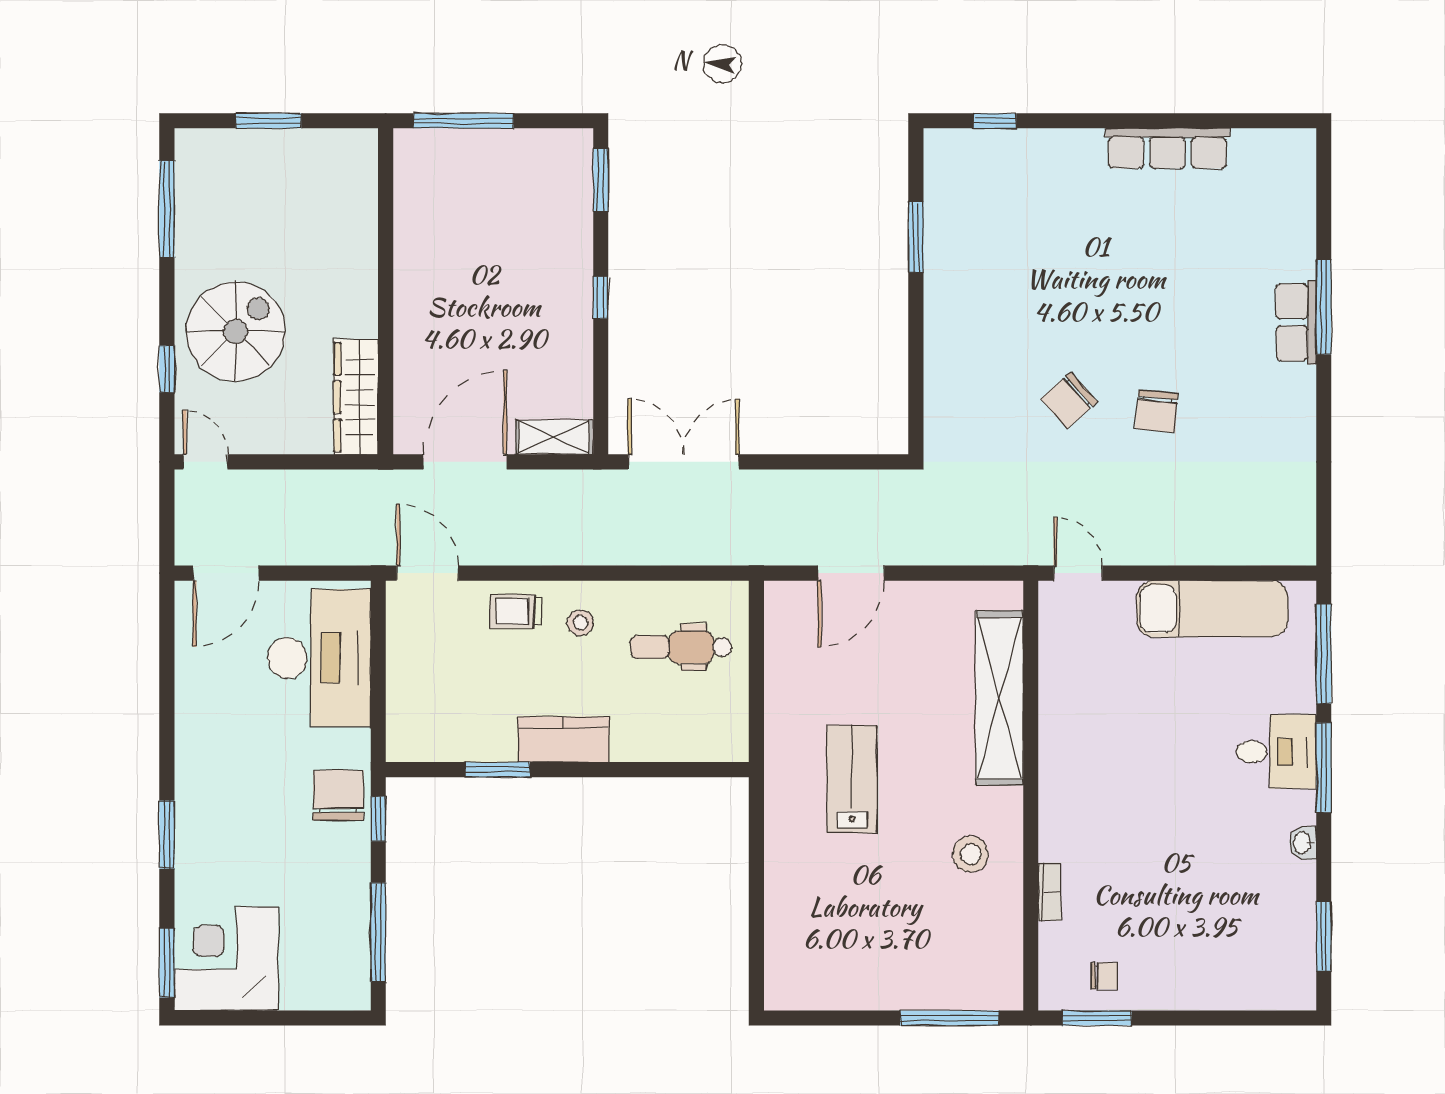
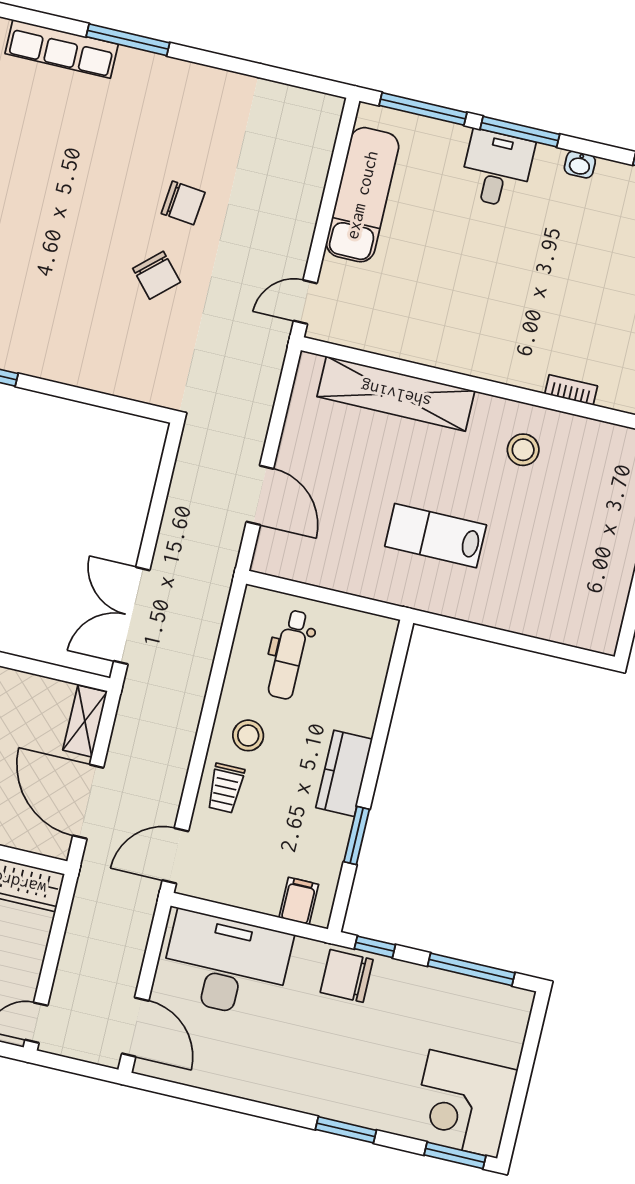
row of seats: (1296, 322) -> (62, 49), moved, width x1.48
stool: (580, 623) -> (248, 735), width x1.37, depth x1.37
filing cabinet: (409, 722) -> (299, 901), added

